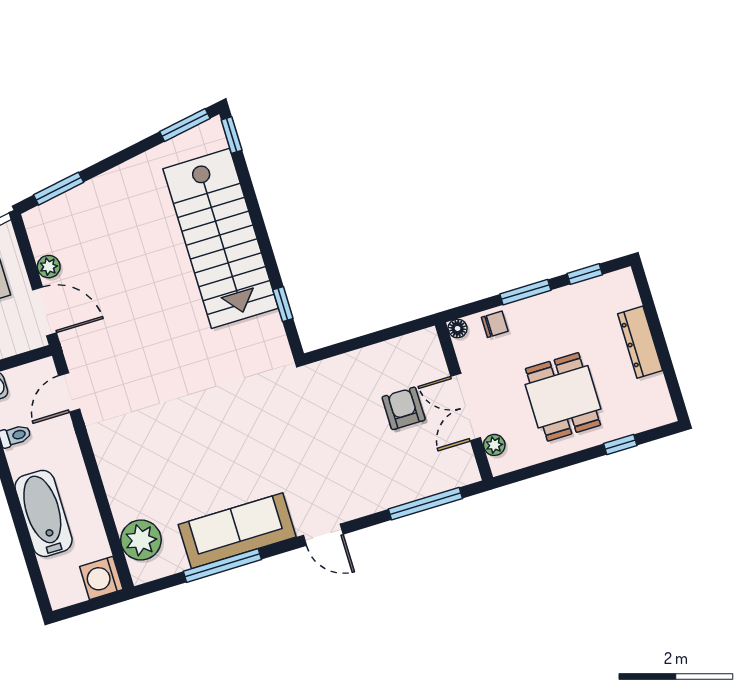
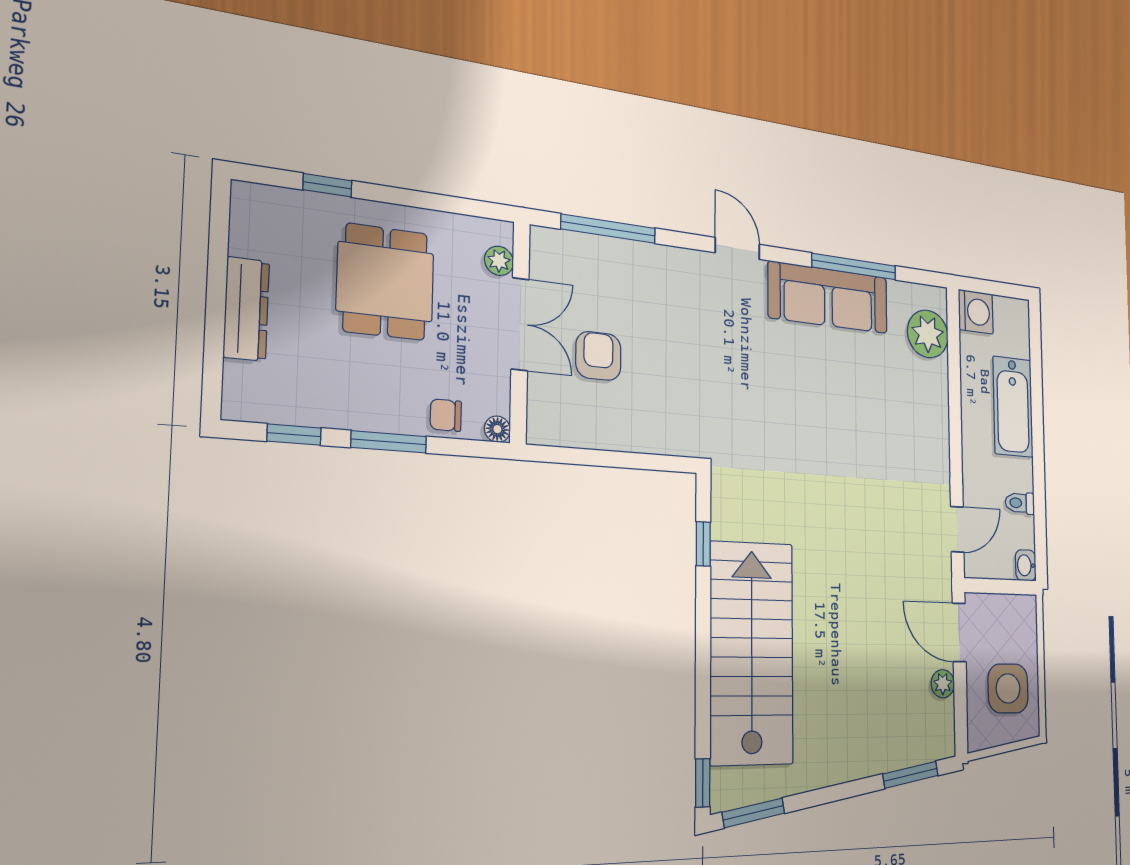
armchair: (404, 408) -> (598, 356), turned 180

